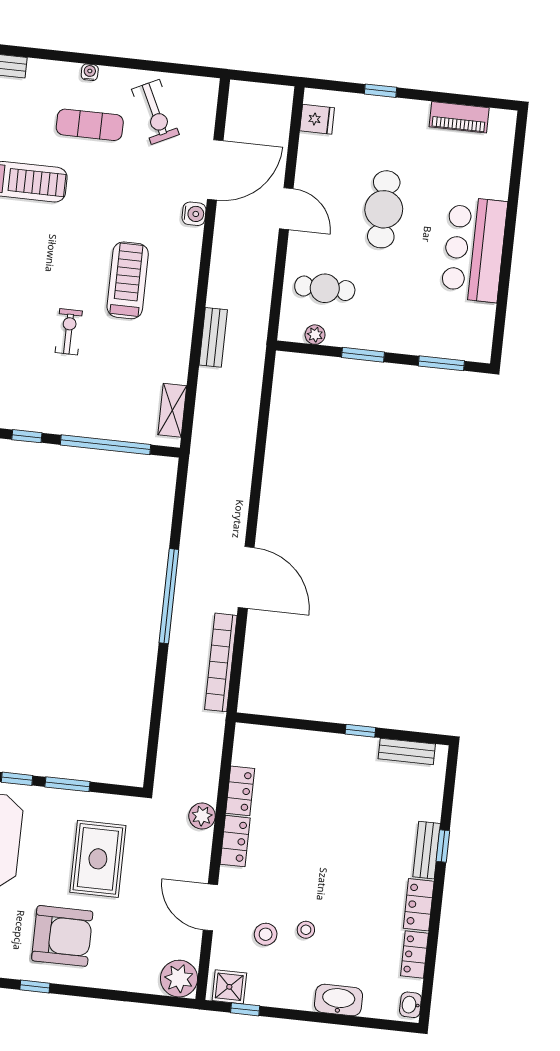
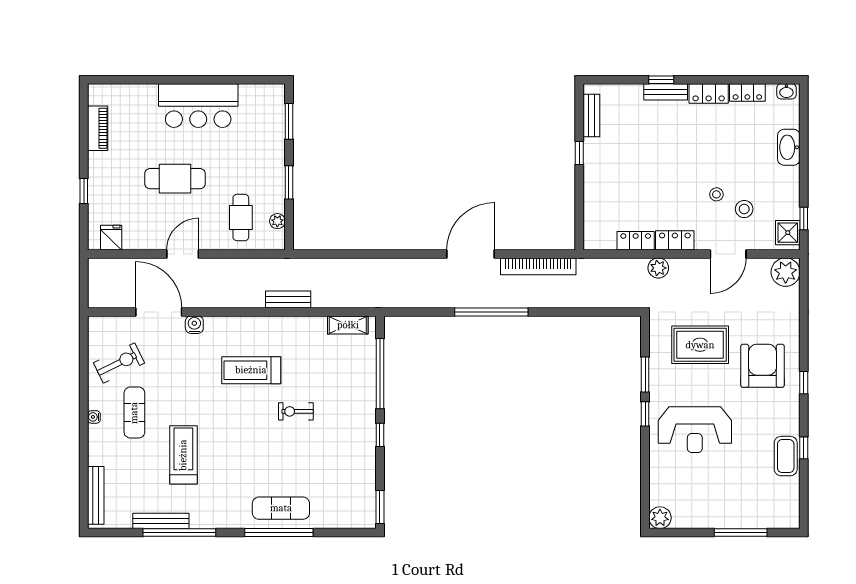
stool: (306, 930) -> (716, 194), moved

